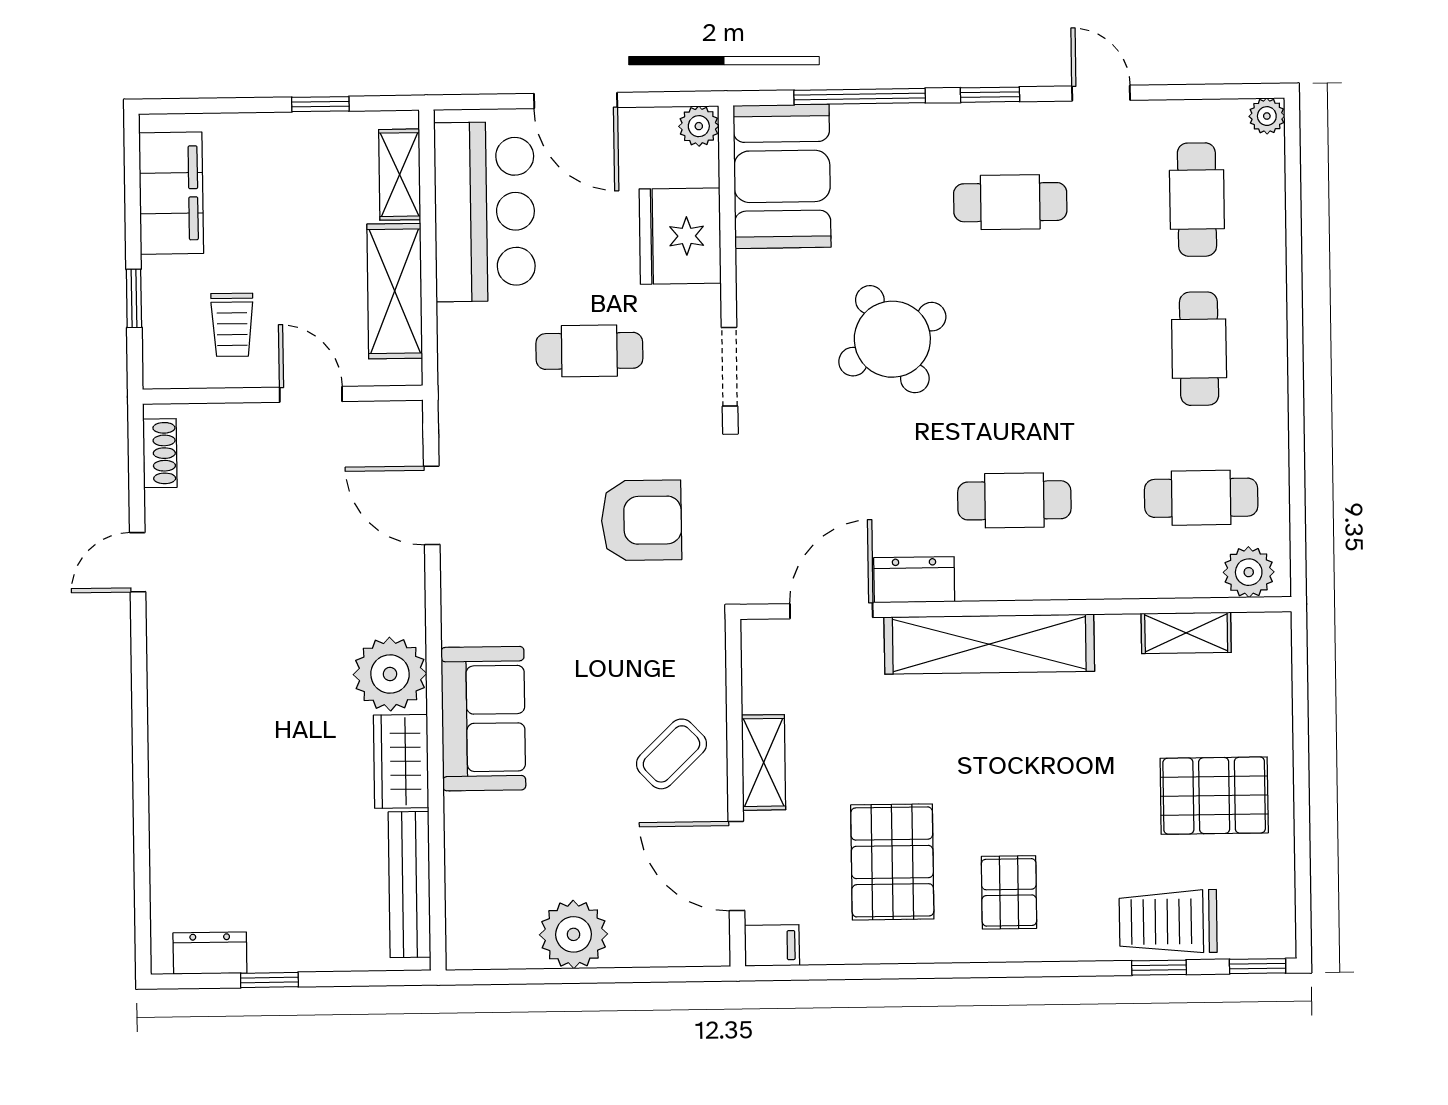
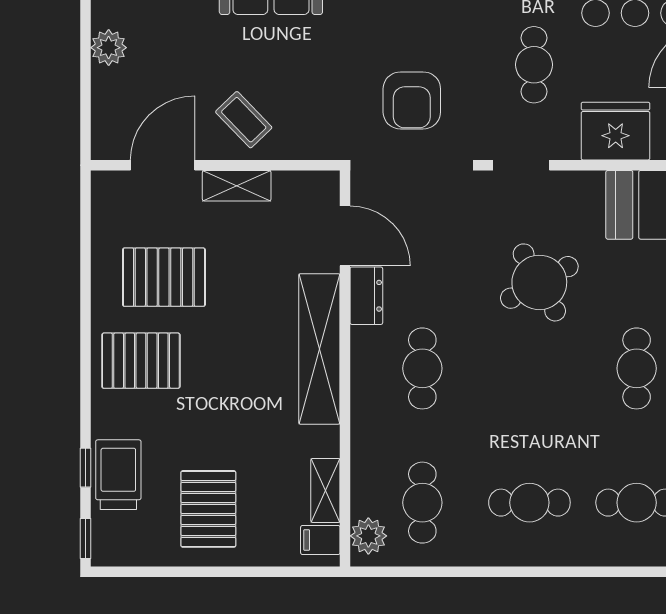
pallet: (1009, 892) -> (141, 361), width x1.50, depth x1.42
plant: (574, 934) -> (109, 48), width x0.73, depth x0.73
filing cabinet: (772, 945) -> (320, 540), moved, turned 90

